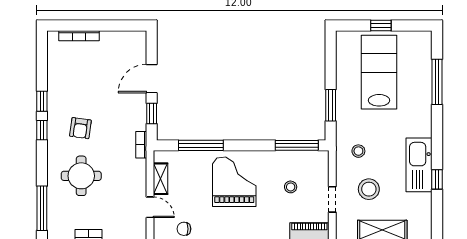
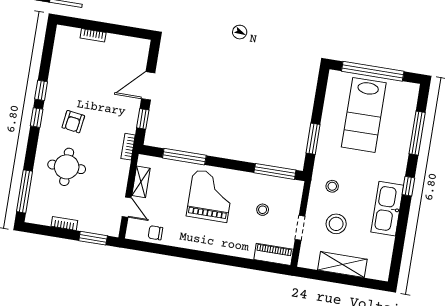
window: (381, 26) -> (373, 71), width x3.17
bookcase: (79, 36) -> (93, 35), width x0.64
lab bench: (379, 72) -> (364, 115), turned 180
window: (437, 179) -> (408, 186), moved

